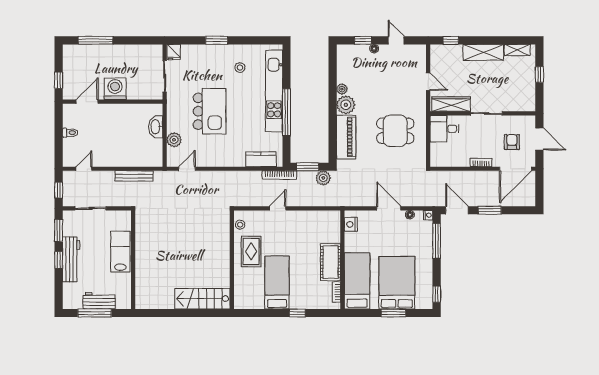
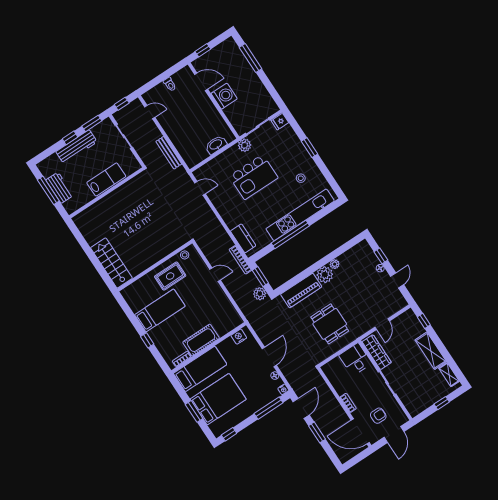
plant: (174, 140) -> (245, 145), moved

